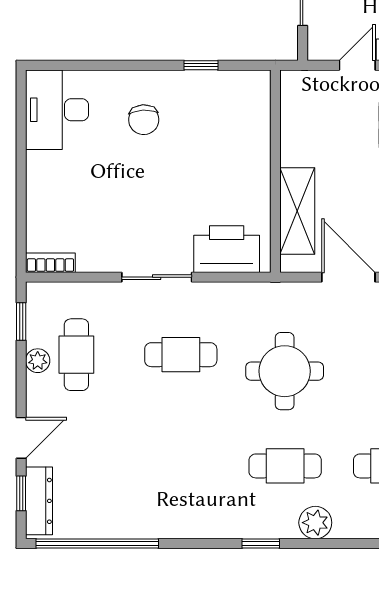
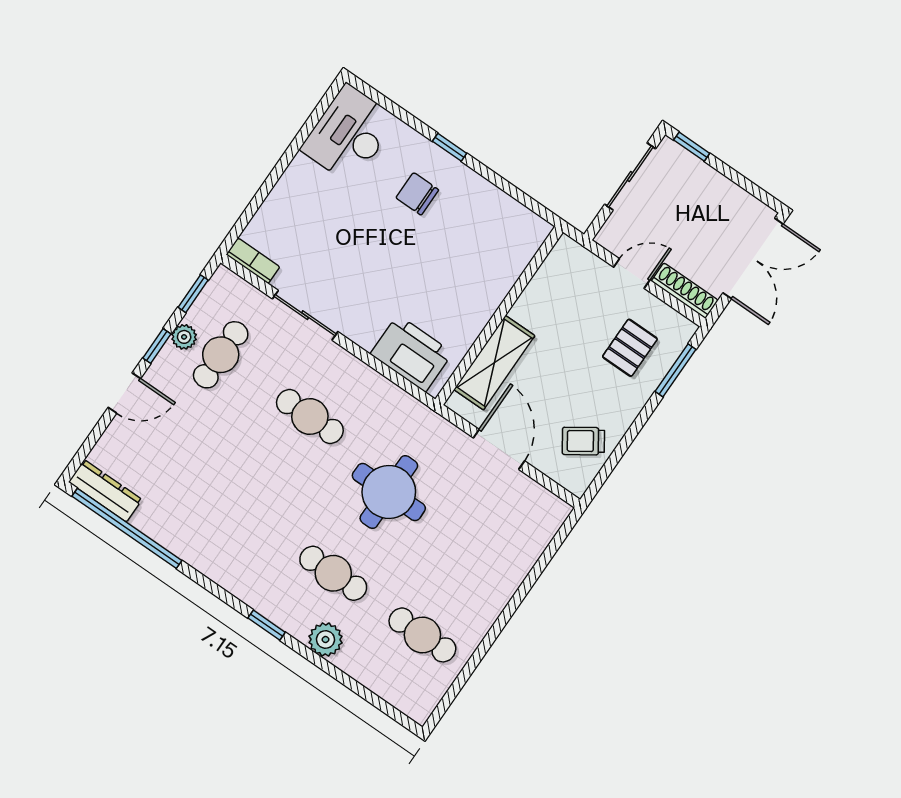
window: (201, 65) -> (450, 147), moved
chair: (144, 120) -> (417, 194), turned 93
sliding door: (157, 277) -> (305, 315), moved
window: (21, 493) -> (157, 346), moved
dresser: (39, 501) -> (105, 491), moved, turned -90

